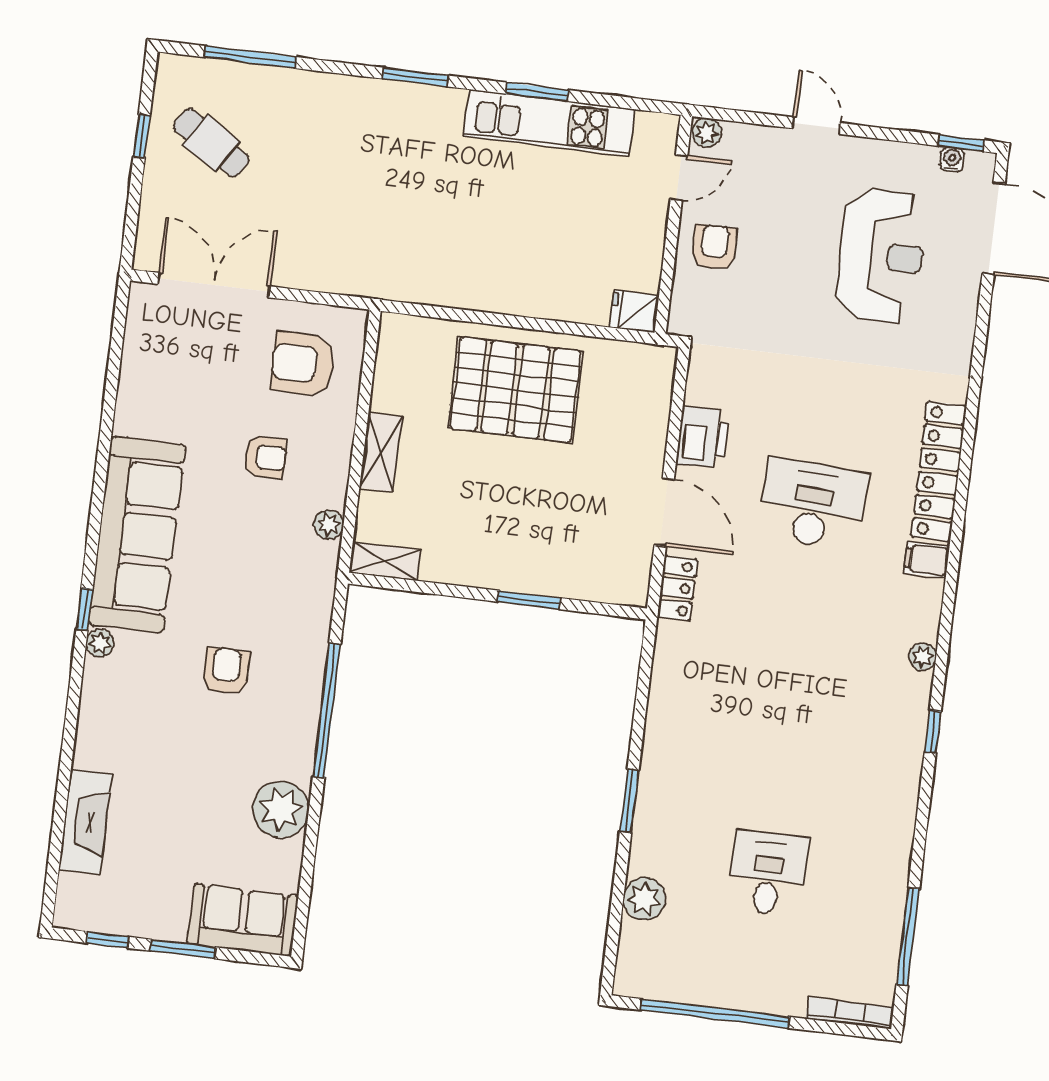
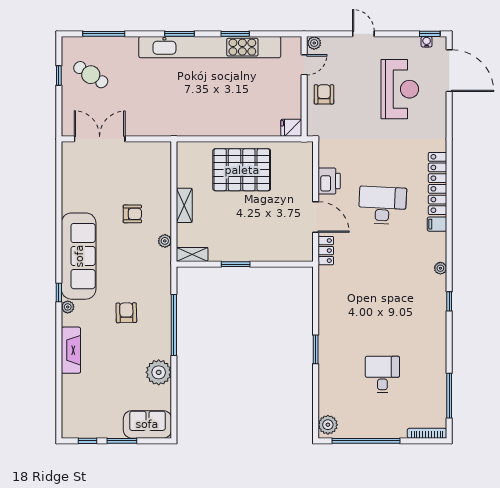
kitchen unit: (549, 123) -> (210, 47), width x1.86
armchair: (303, 364) -> (144, 170), removed
window: (529, 600) -> (236, 264), moved
fireplace: (85, 822) -> (71, 350), moved
plant: (644, 899) -> (328, 425), moved

